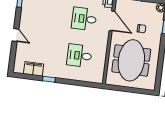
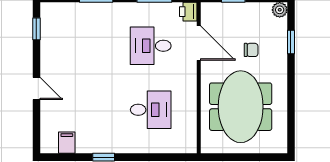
desk: (79, 56) -> (151, 110), turned 180
filing cabinet: (34, 69) -> (67, 143), width x0.50

